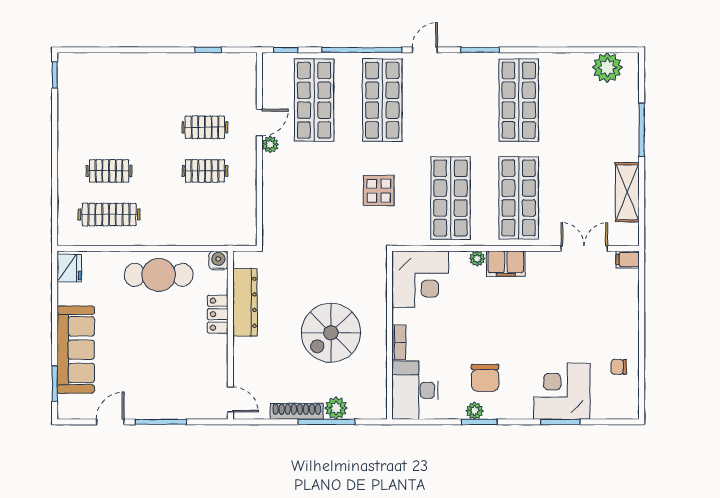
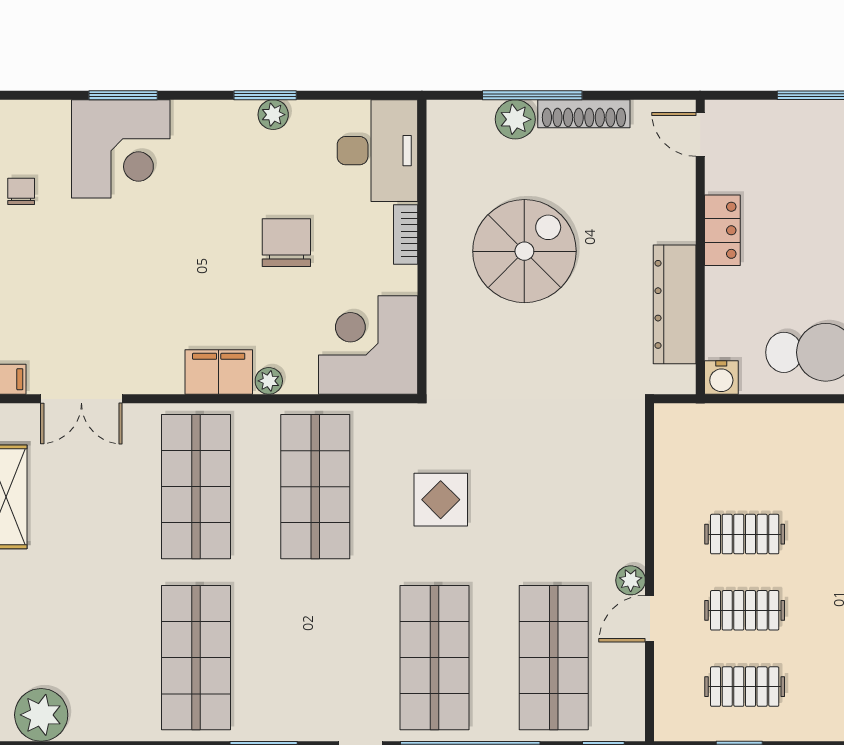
clothes rail: (205, 84) -> (745, 687), added
locker: (218, 314) -> (722, 230), moved
chair: (619, 367) -> (21, 191), turned -90
chair: (485, 378) -> (286, 243), moved

